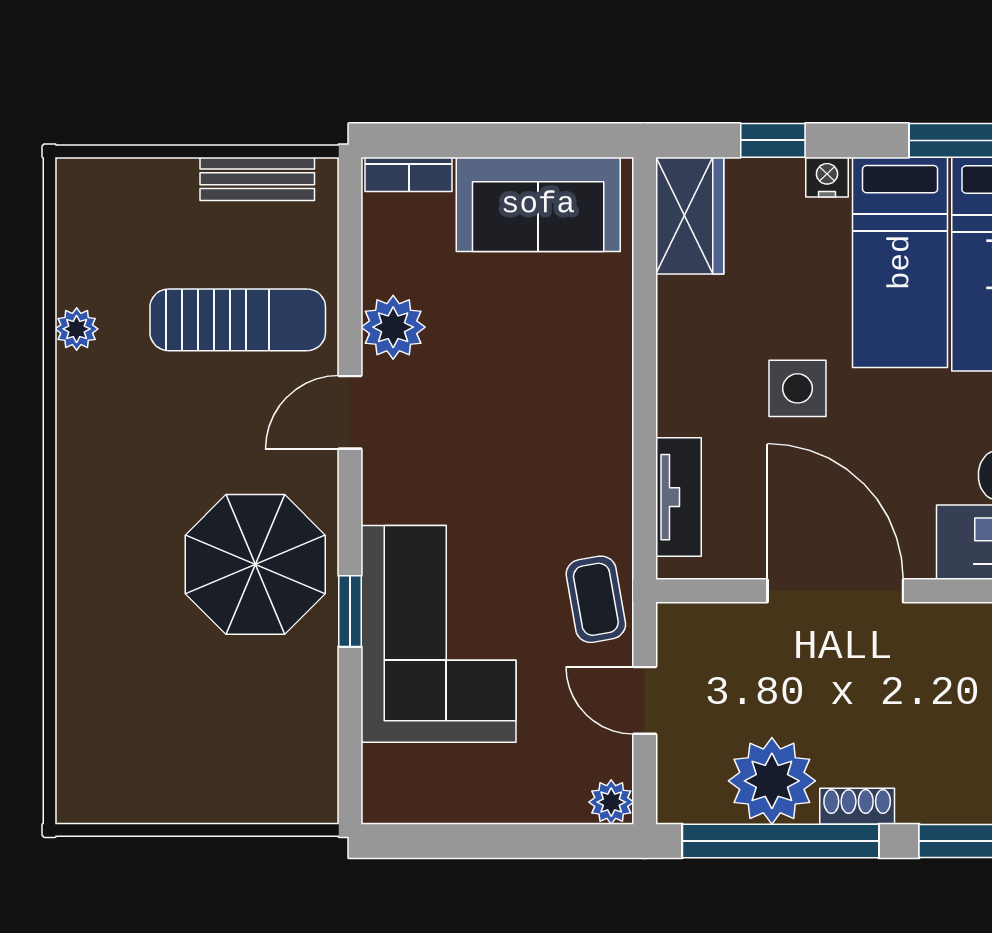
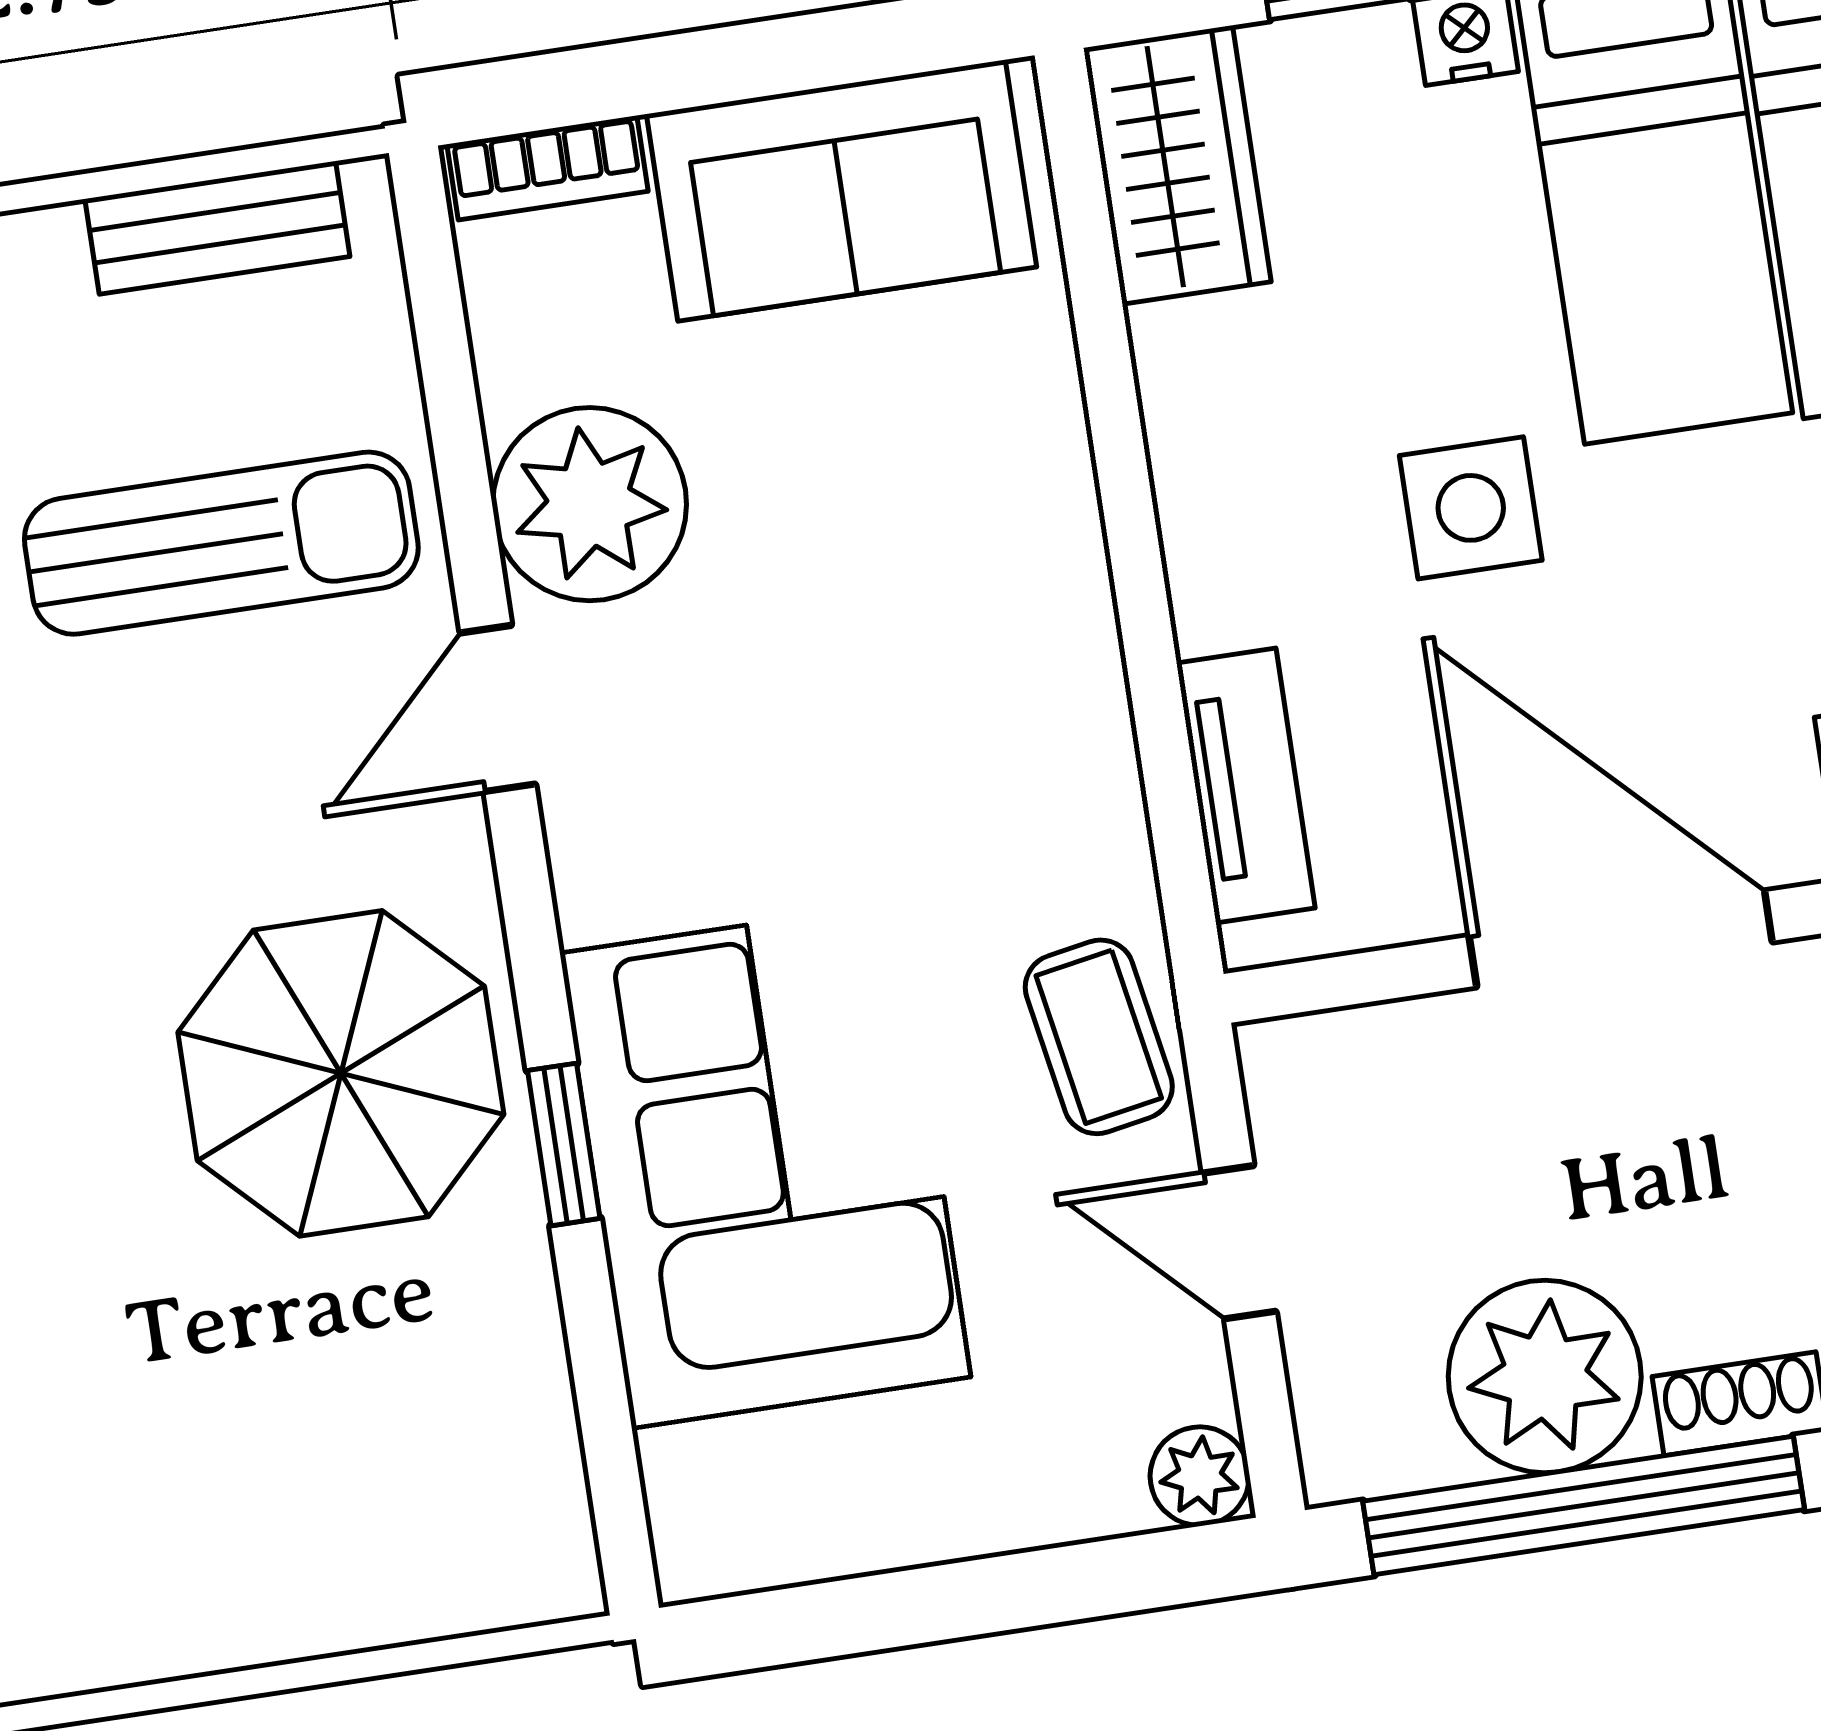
plant: (393, 327) -> (590, 504), width x1.36, depth x1.36

